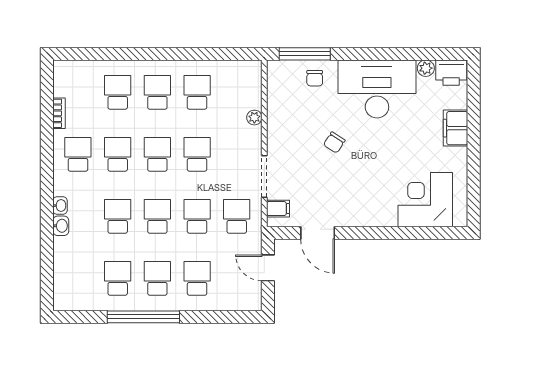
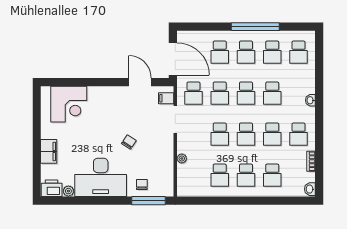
washbasin: (61, 226) -> (310, 189), moved
door: (268, 268) -> (173, 59), width x1.88
school desk: (78, 278) -> (298, 52), added

